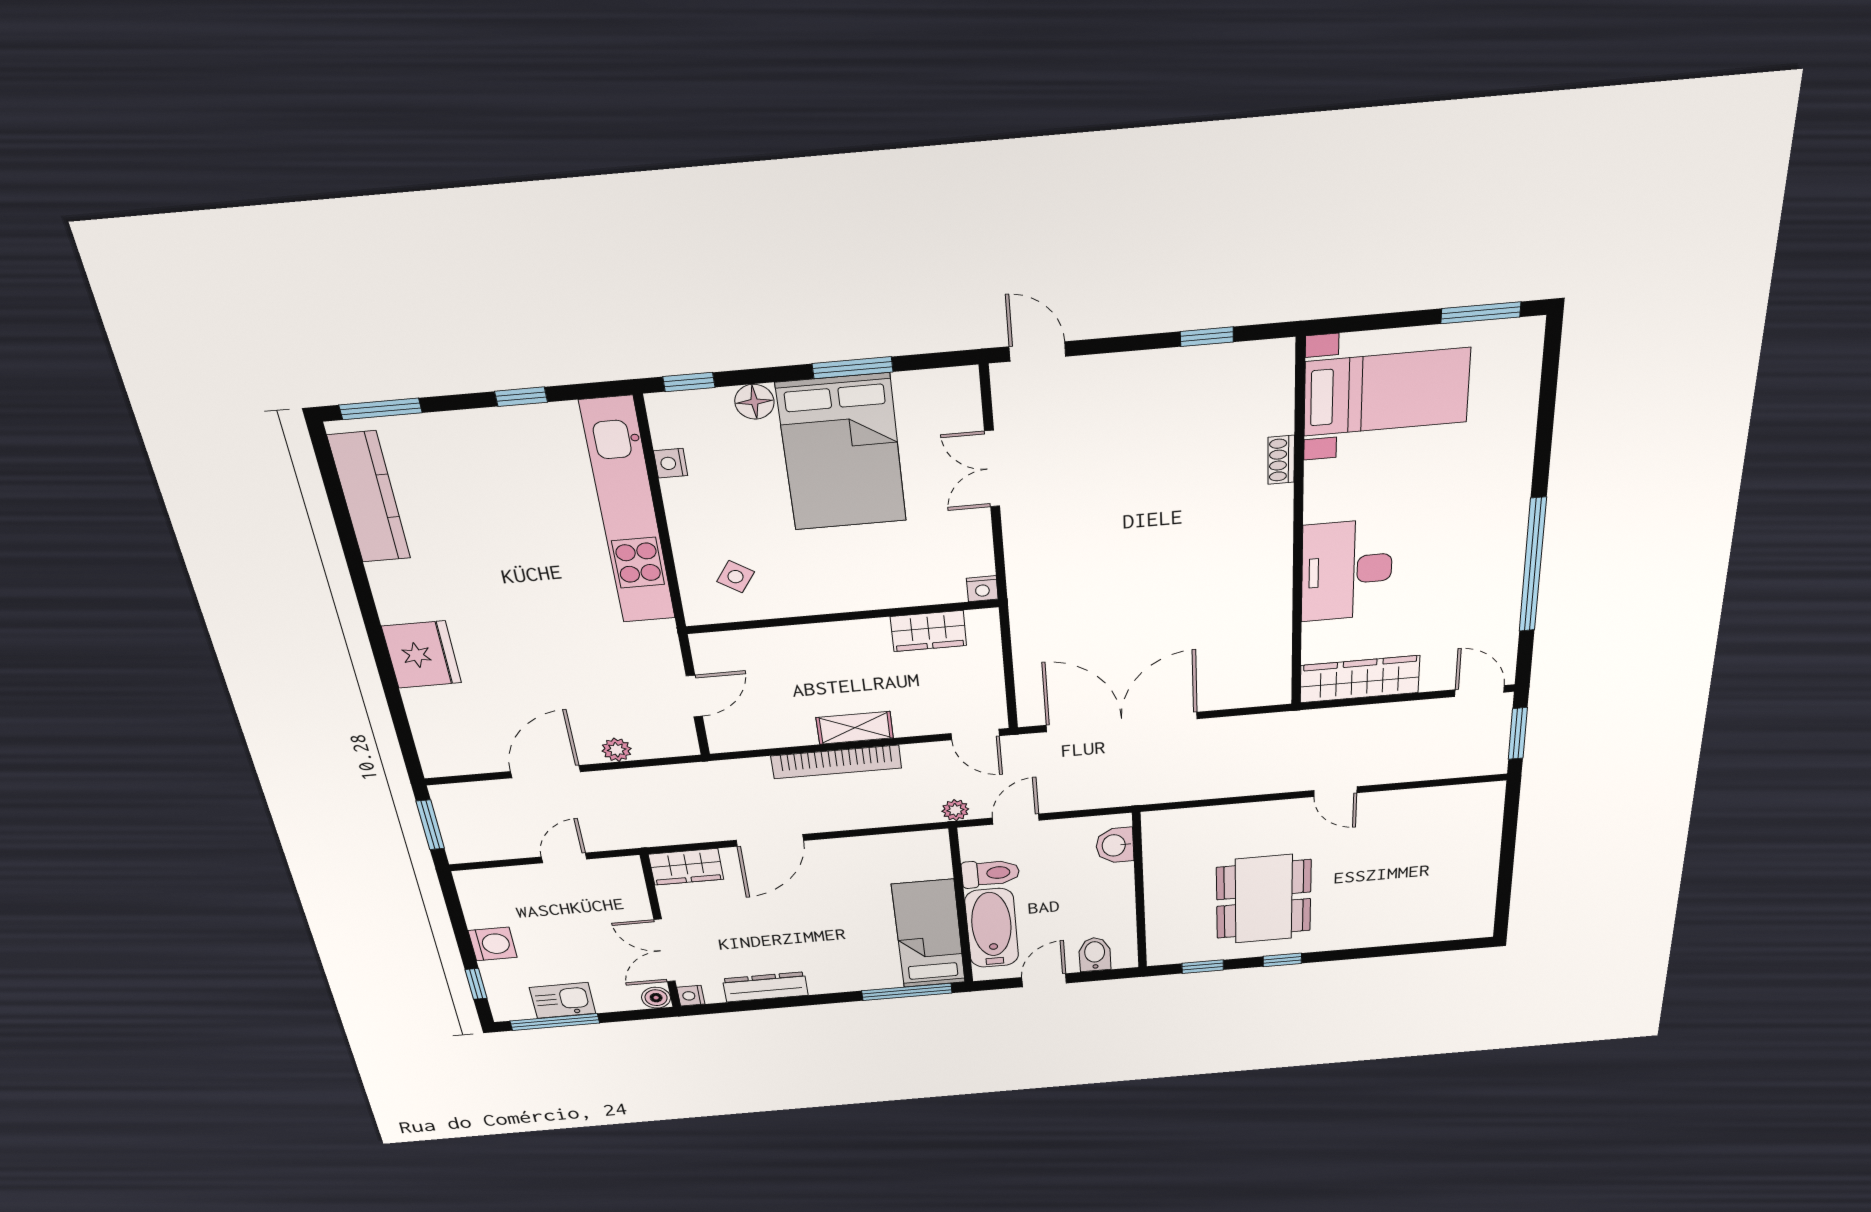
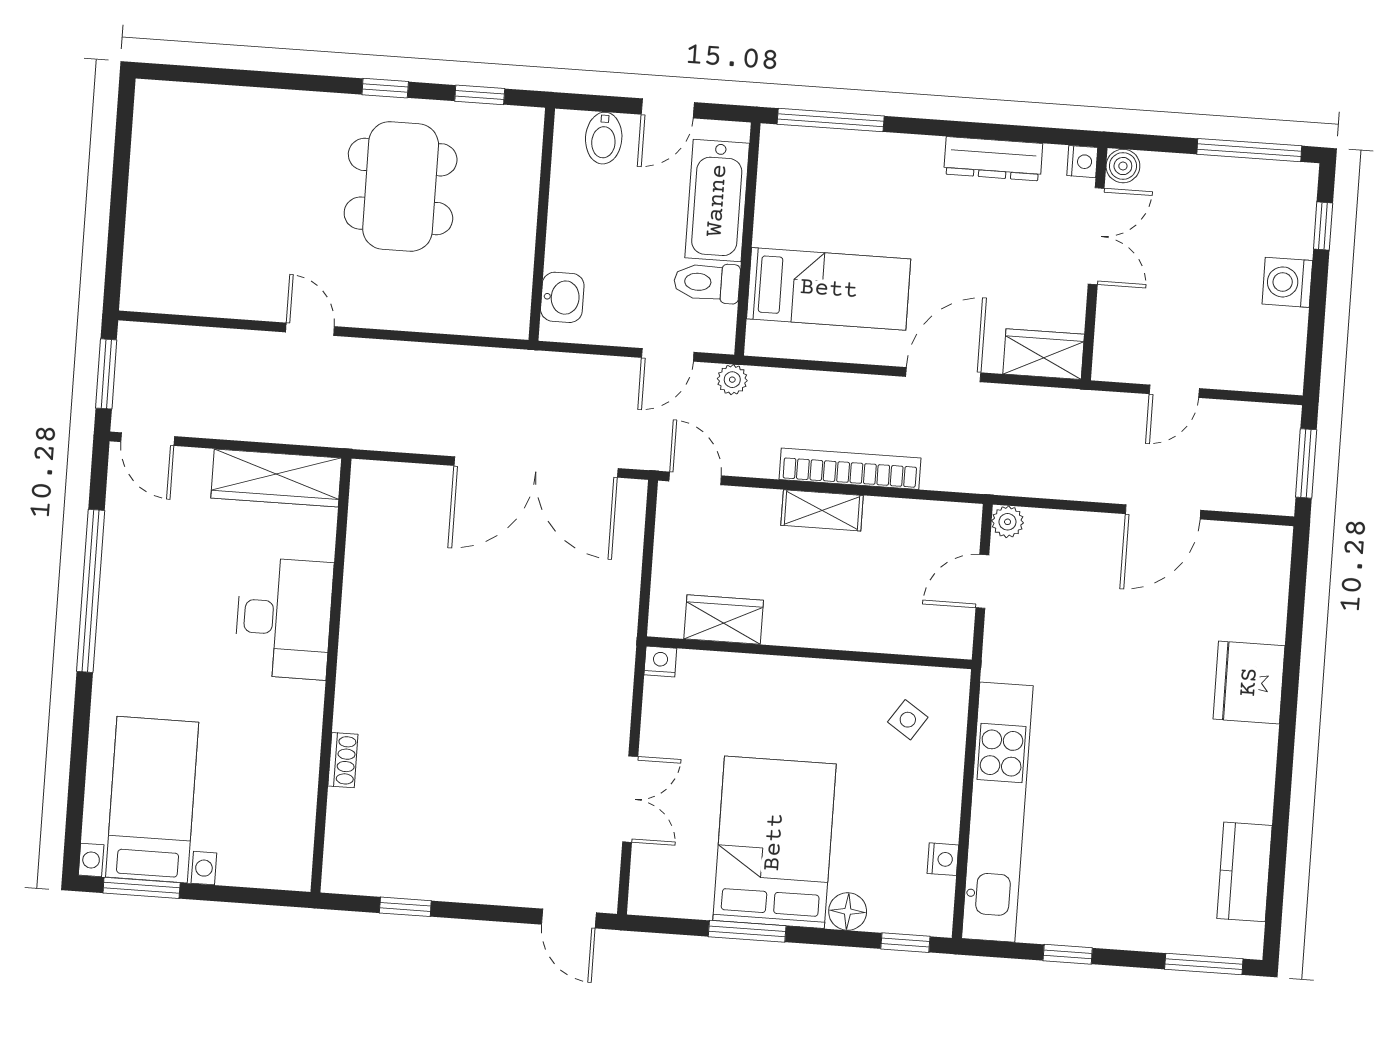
bed with nightstands: (1387, 392) -> (152, 800), moved, turned 90
kitchen counter: (369, 497) -> (1244, 872), width x0.67
plant: (617, 750) -> (1008, 522), moved
bed: (929, 934) -> (829, 289), moved, turned -90
kitchen sink: (563, 1000) -> (1231, 182), removed

